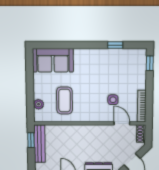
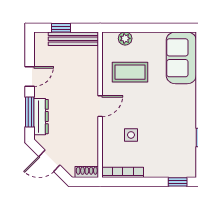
door: (122, 123) -> (100, 106), moved
window: (31, 140) -> (61, 28), moved

